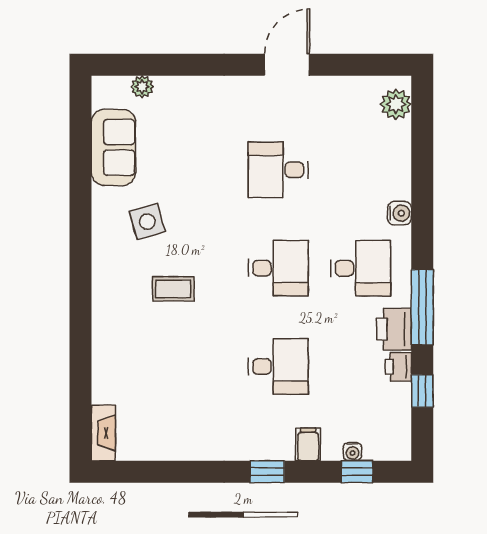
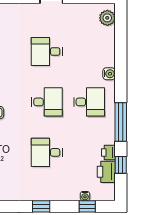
printer: (394, 329) -> (106, 172), moved
desk: (278, 367) -> (47, 152), turned 180
filing cabinet: (308, 444) -> (62, 192), removed

